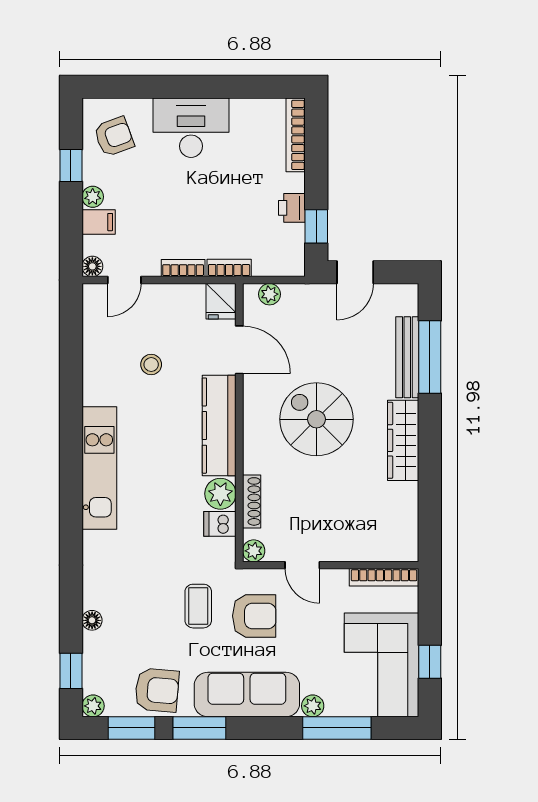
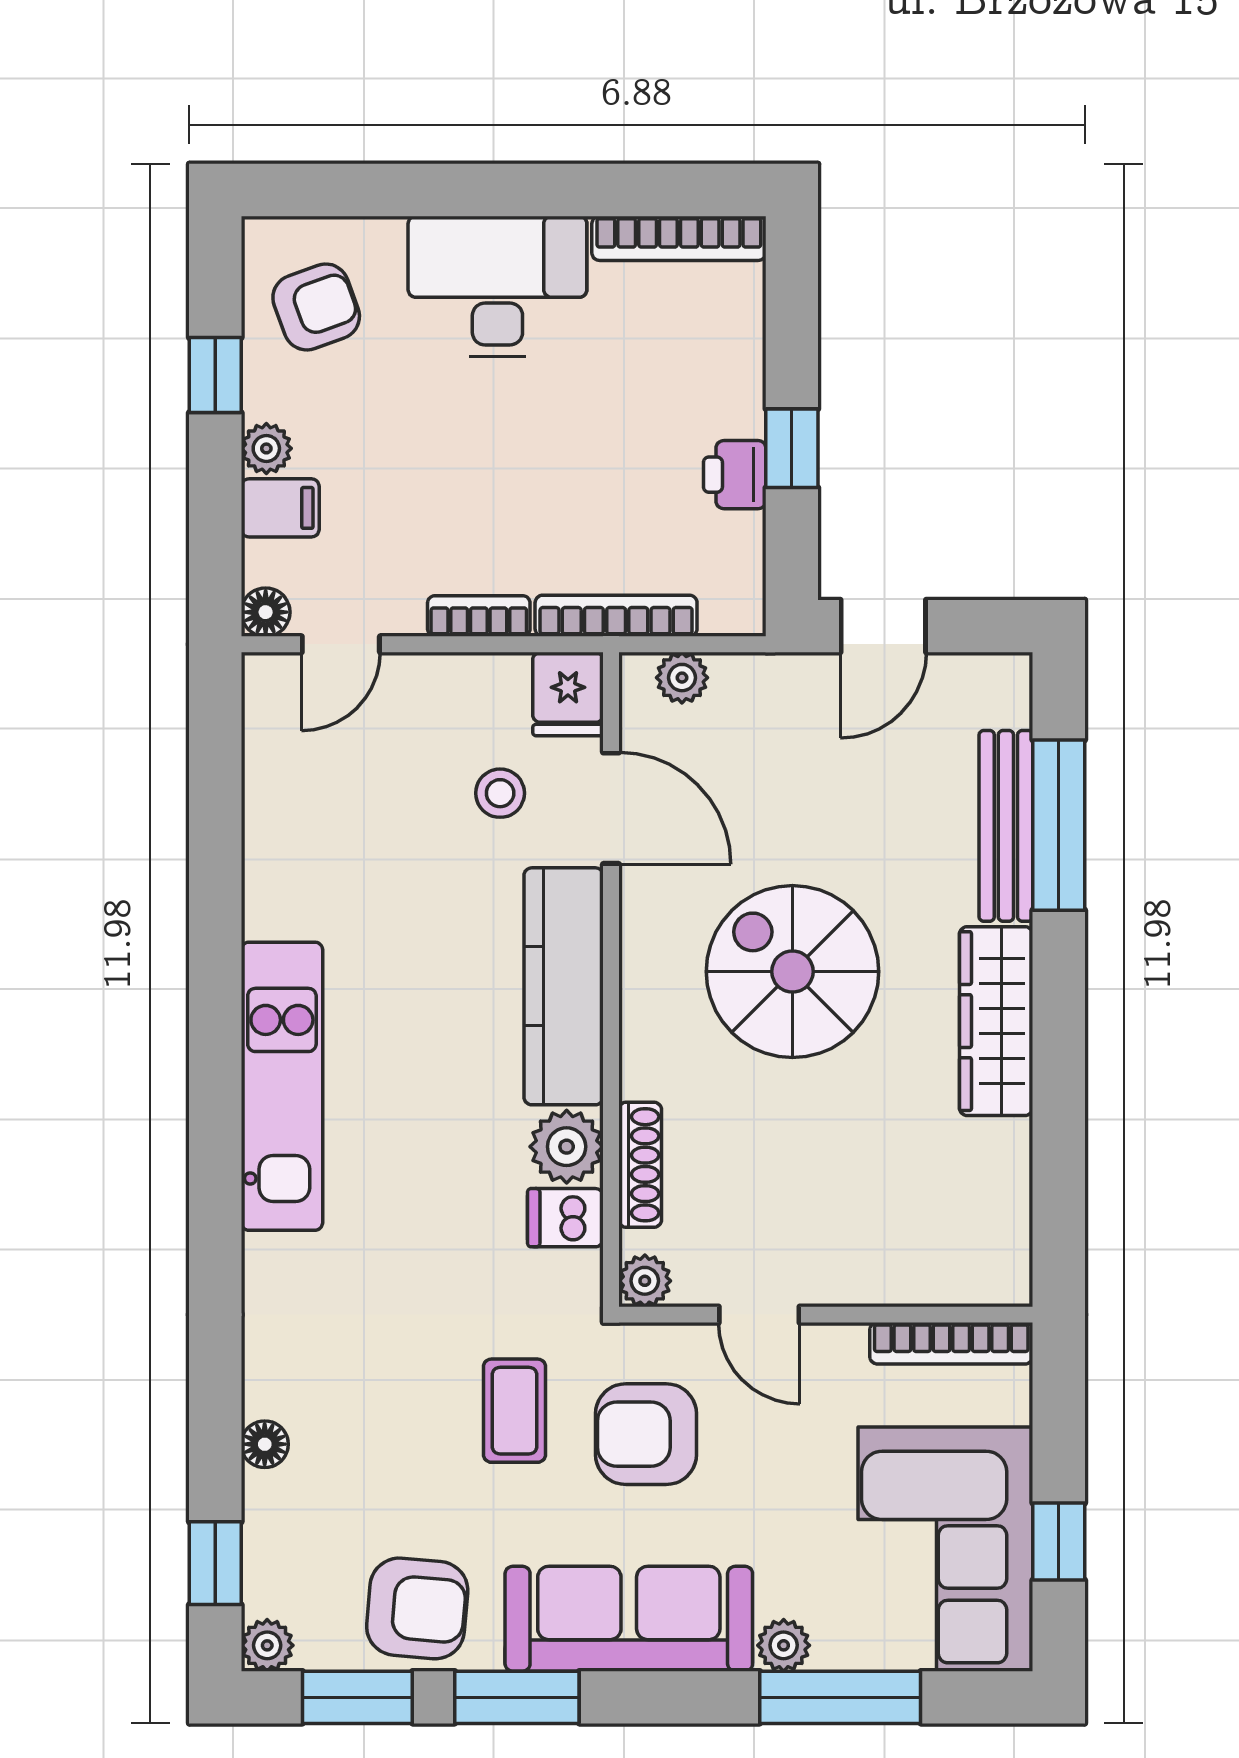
bookcase: (296, 135) -> (679, 238), moved, turned -90
window: (316, 226) -> (792, 448), moved
bookcase: (229, 268) -> (616, 616), width x1.56
stool: (151, 365) -> (500, 793), moved
armchair: (254, 616) -> (646, 1434), turned 180

